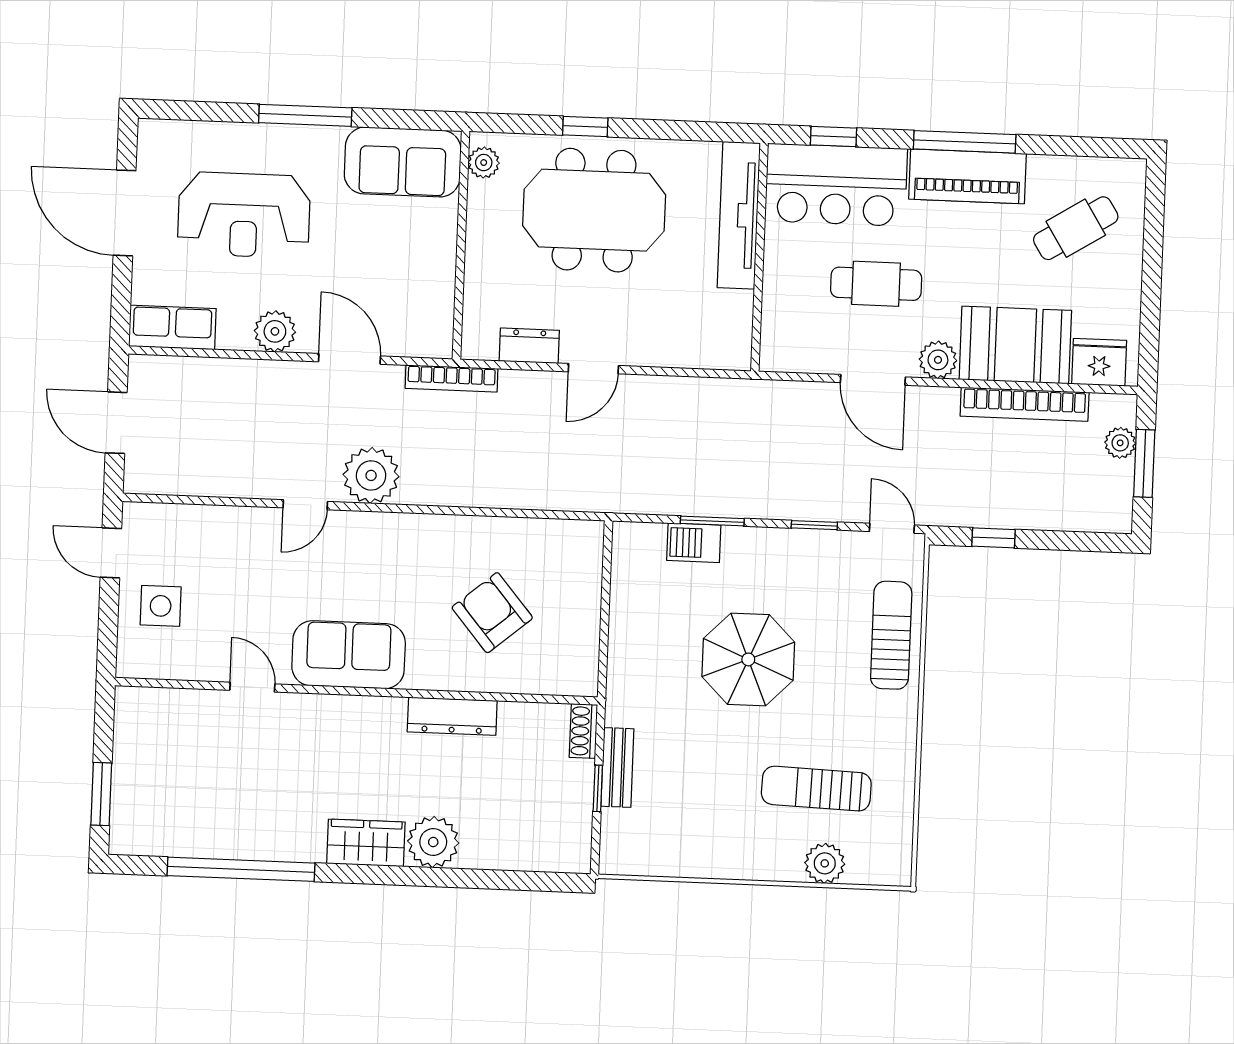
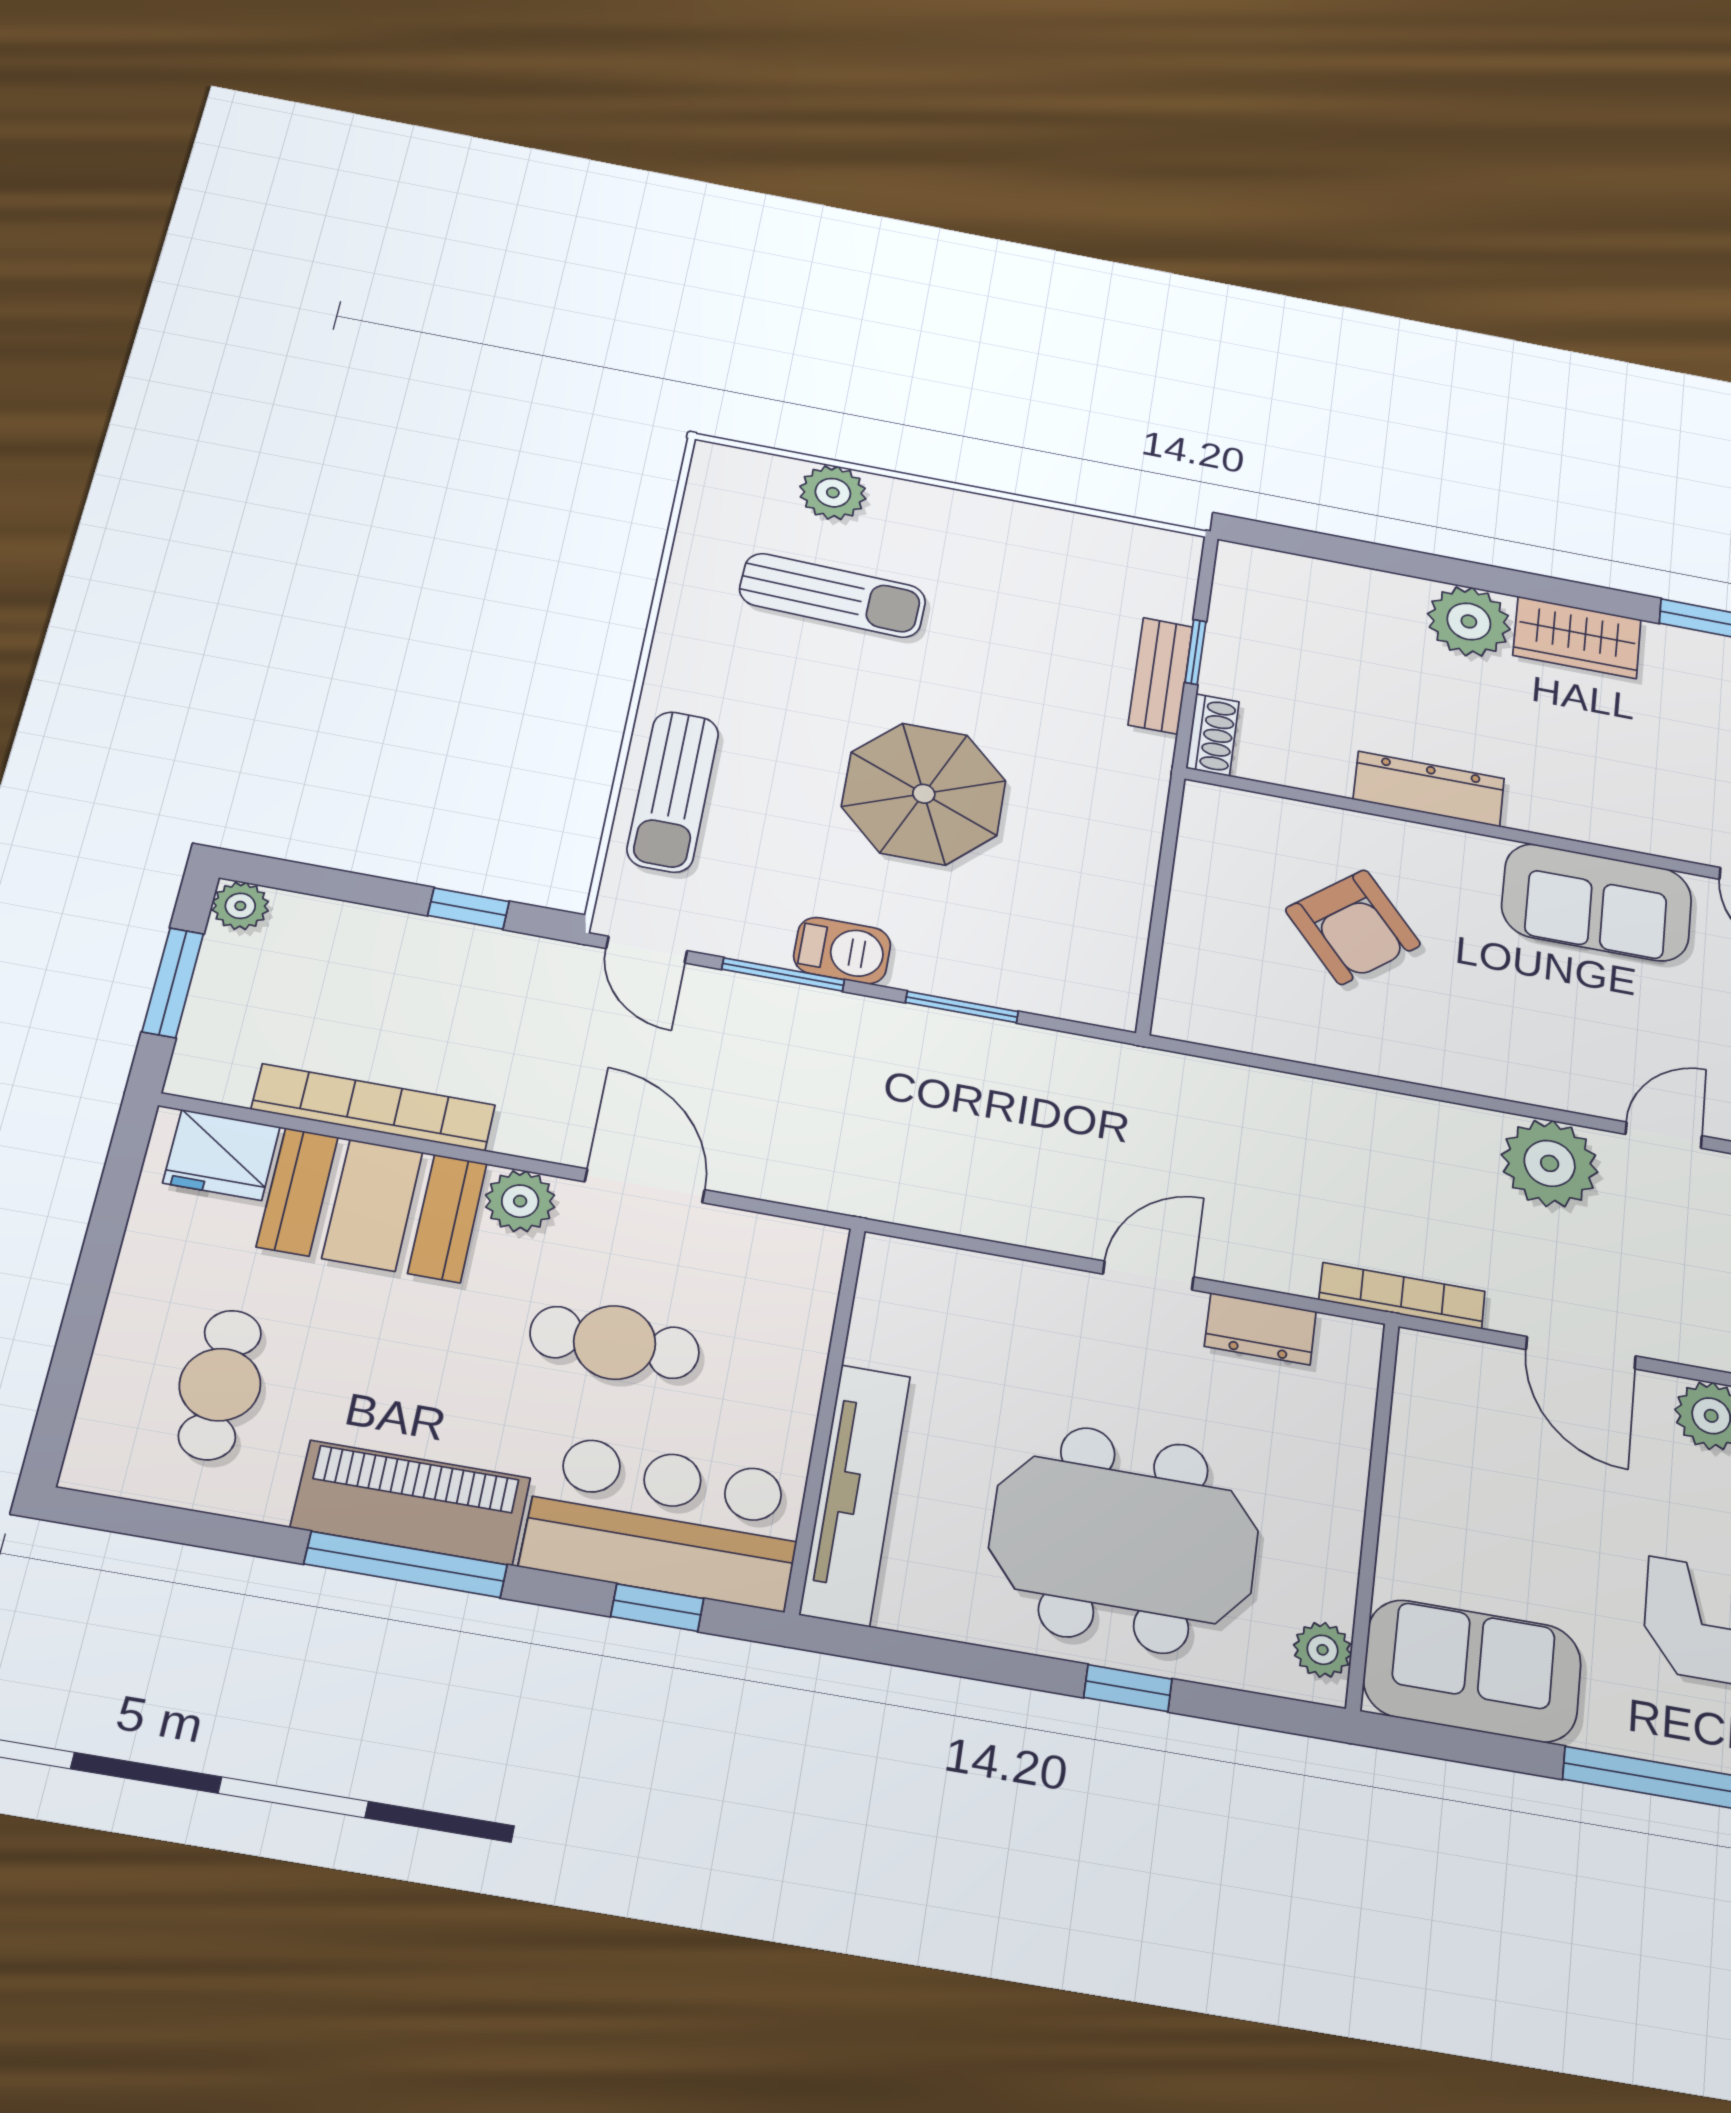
cafe table: (1076, 228) -> (220, 1385), turned -58
plant: (1120, 443) -> (240, 906), moved
window: (814, 525) -> (783, 974), width x1.50
barbecue: (694, 543) -> (842, 951), moved

